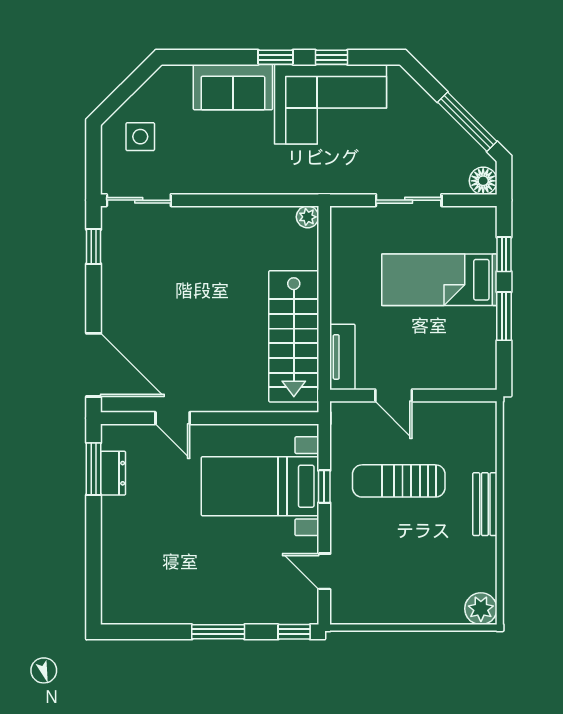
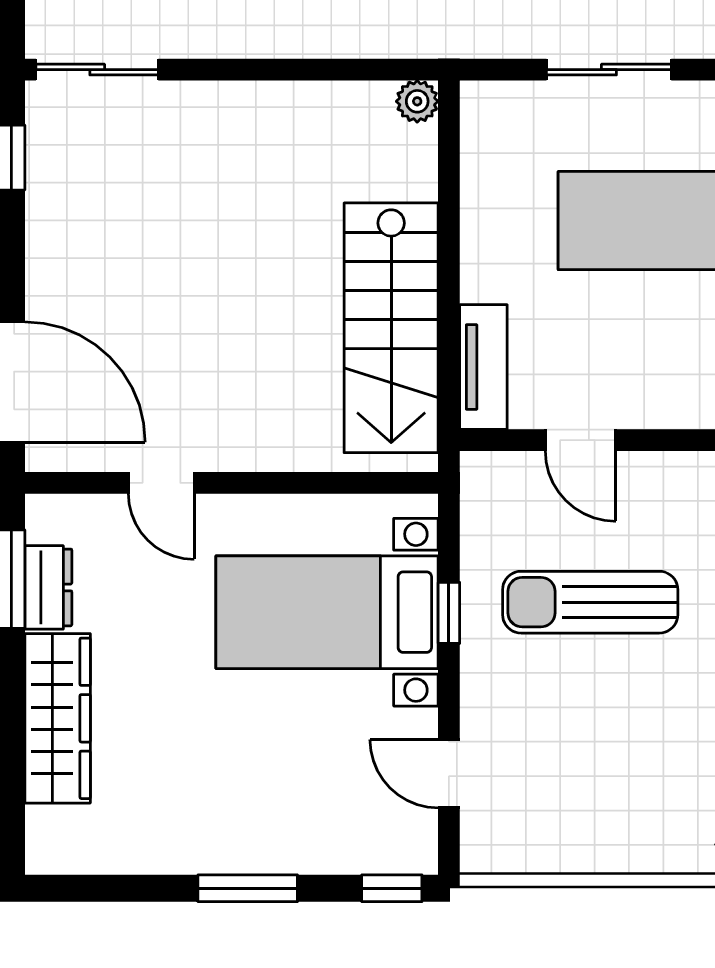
wardrobe: (118, 542) -> (58, 718), added

